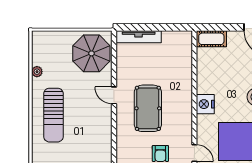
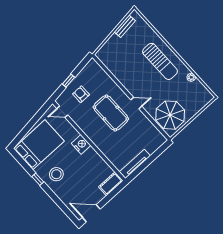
tv unit: (139, 37) -> (135, 164), moved
sun lounger: (53, 115) -> (160, 61), turned 180

